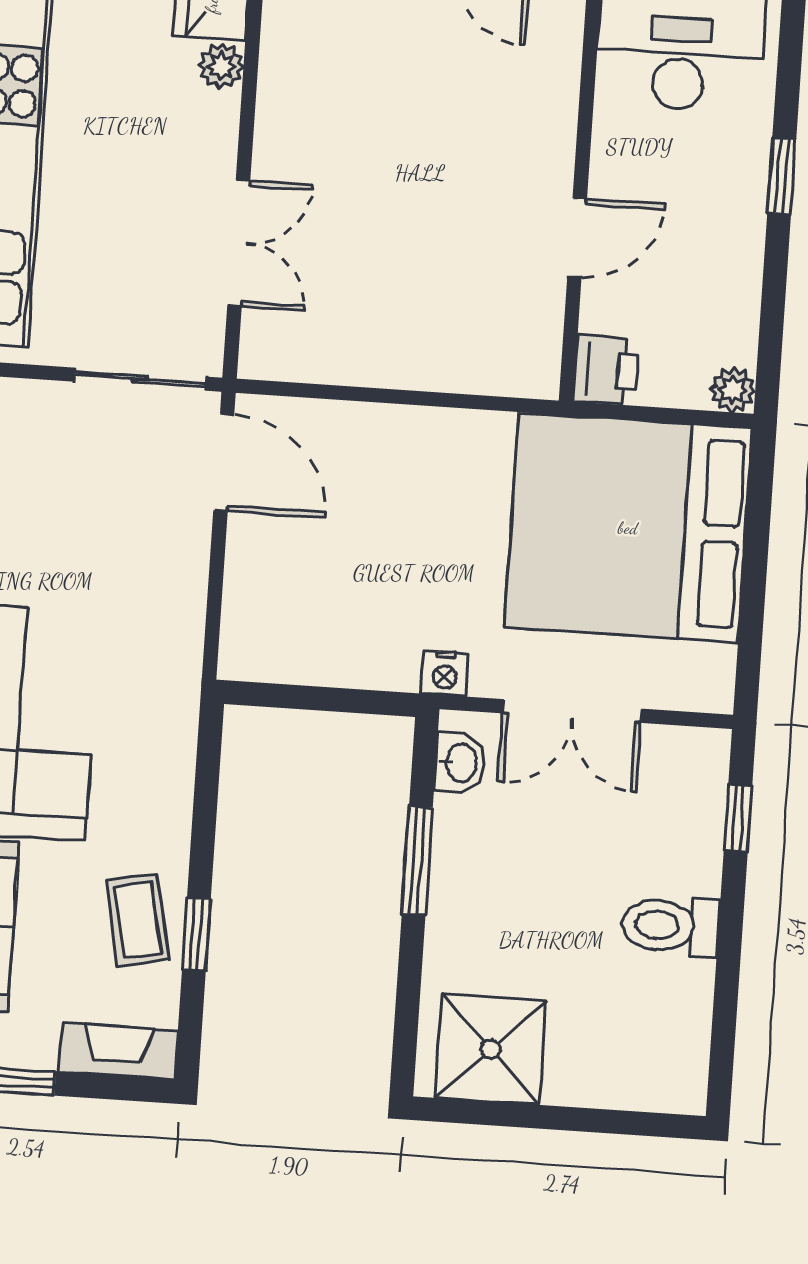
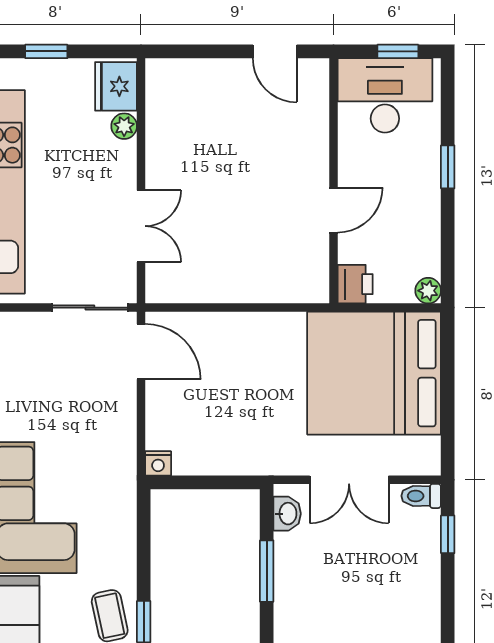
nightstand: (445, 674) -> (158, 463), moved
toilet: (671, 926) -> (421, 496), moved, width x0.73, depth x0.72

